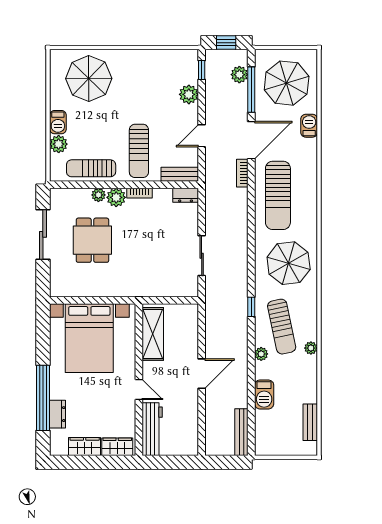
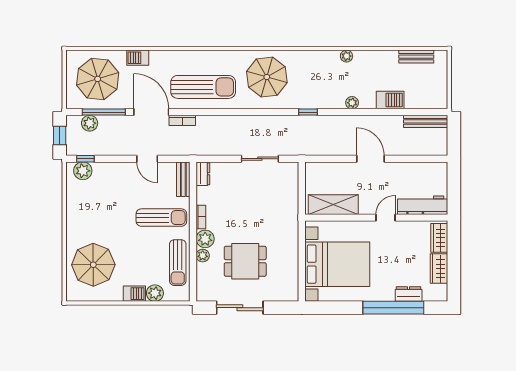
plant: (189, 94) -> (83, 171), moved
sun lounger: (282, 327) -> (326, 84), removed

